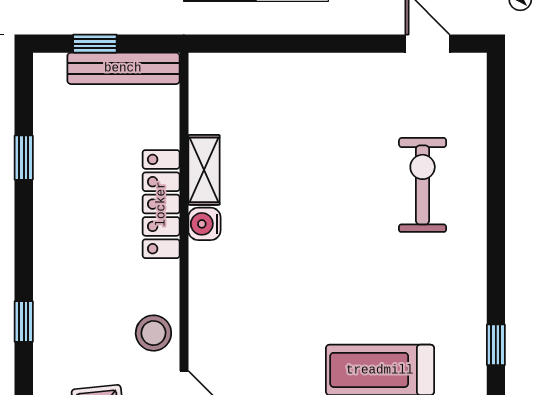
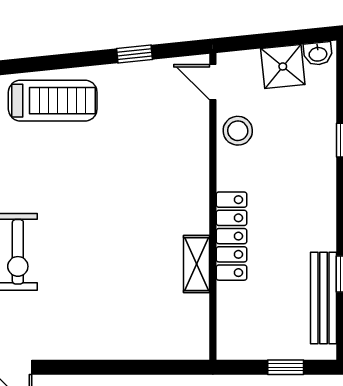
bench: (123, 68) -> (323, 298), moved, turned 90
water cooler: (204, 224) -> (196, 220), removed

